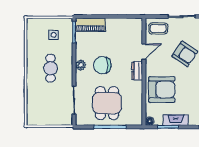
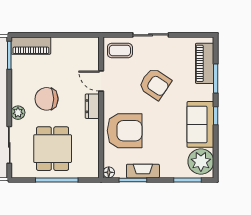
door: (144, 52) -> (101, 81), swing flipped
plant: (81, 65) -> (18, 113), moved

